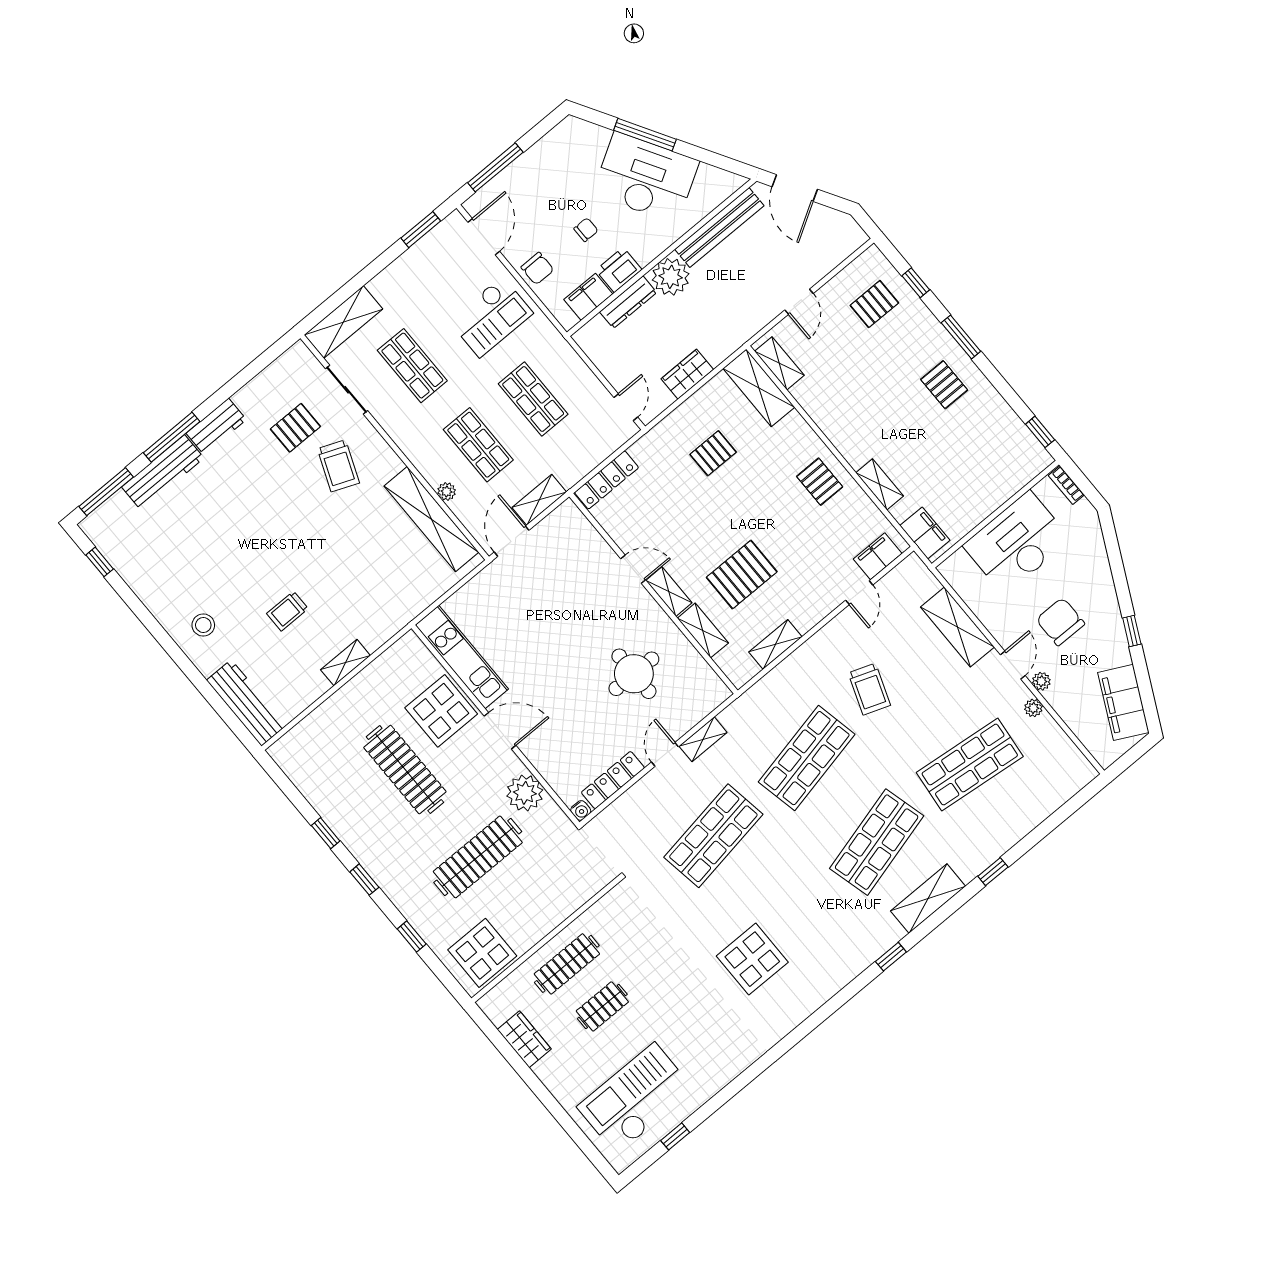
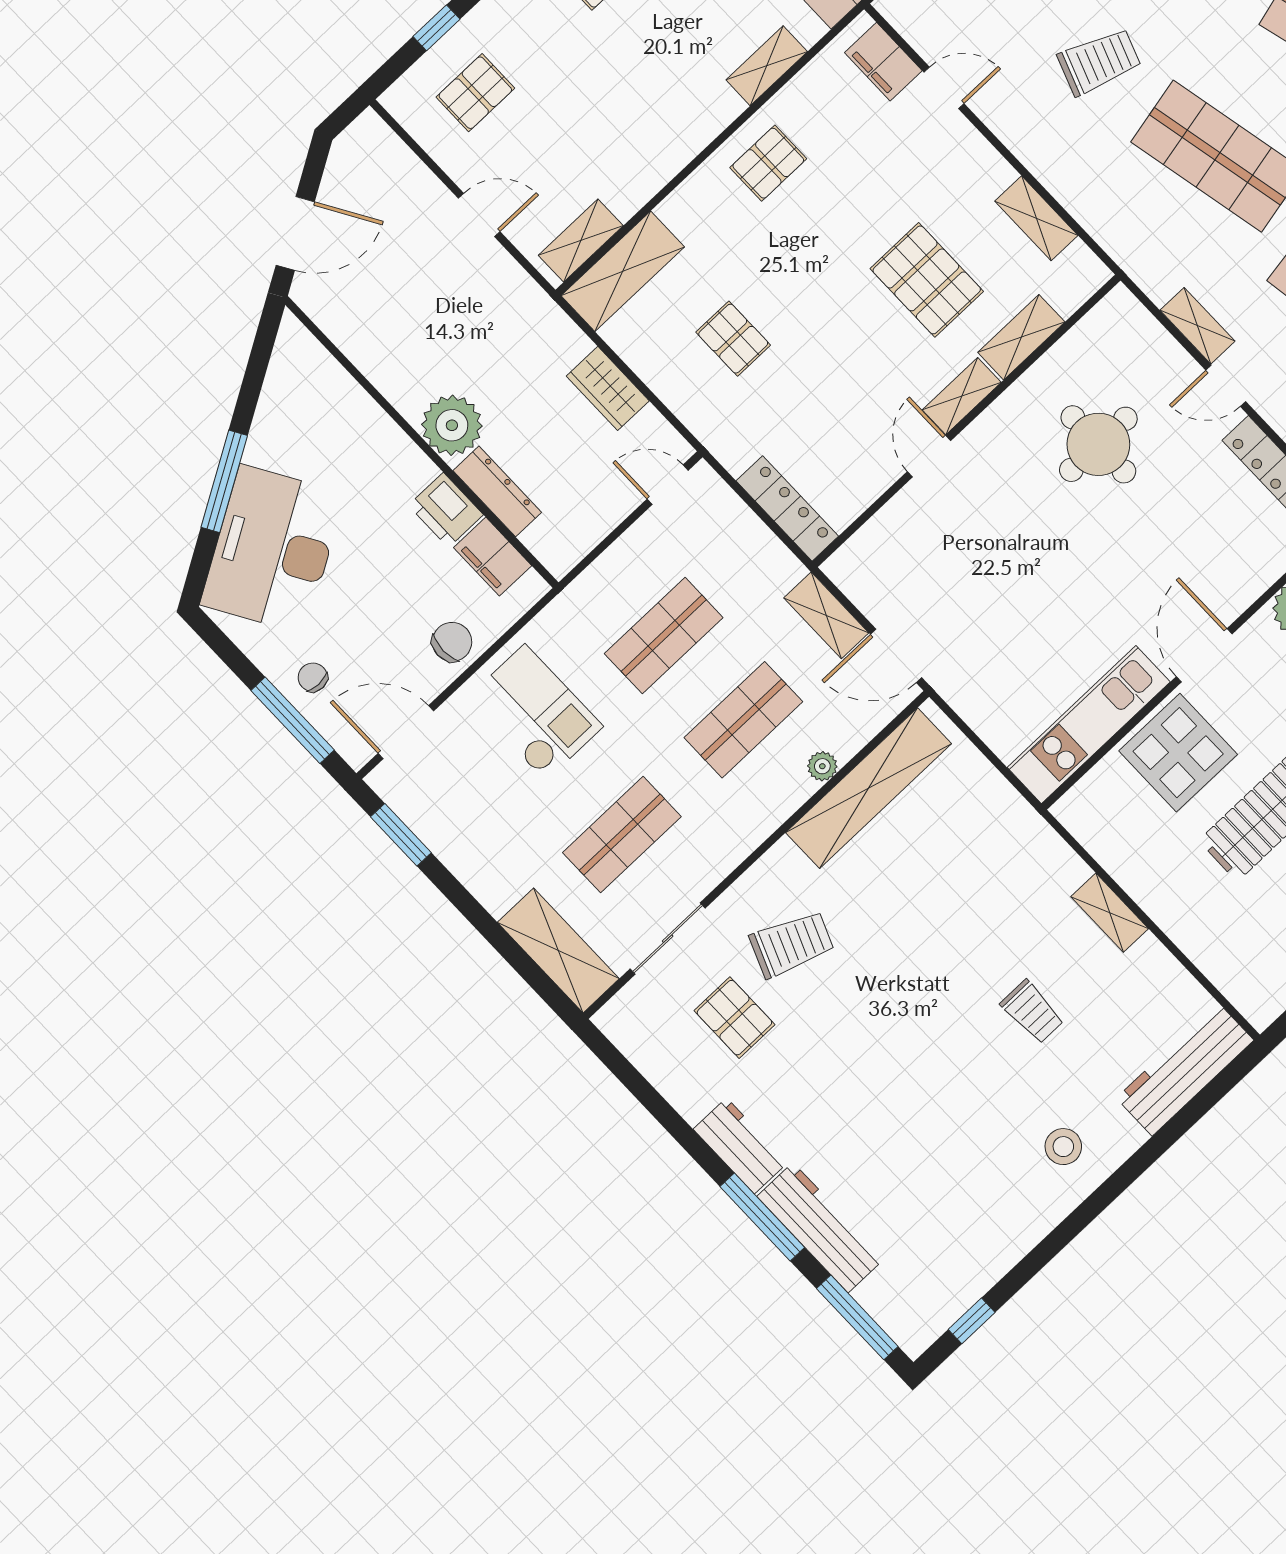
desk: (646, 178) -> (273, 549), moved
bench: (719, 228) -> (367, 351), removed
chair: (586, 230) -> (313, 677), moved
pallet: (874, 304) -> (475, 93), turned 90

